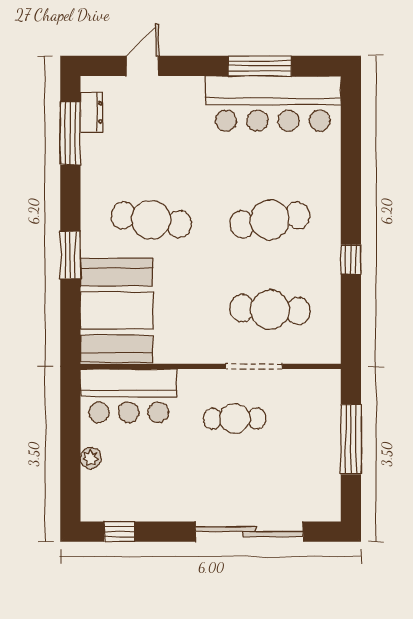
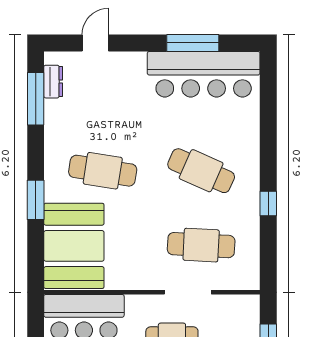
cafe table: (270, 220) -> (201, 171), turned 33

